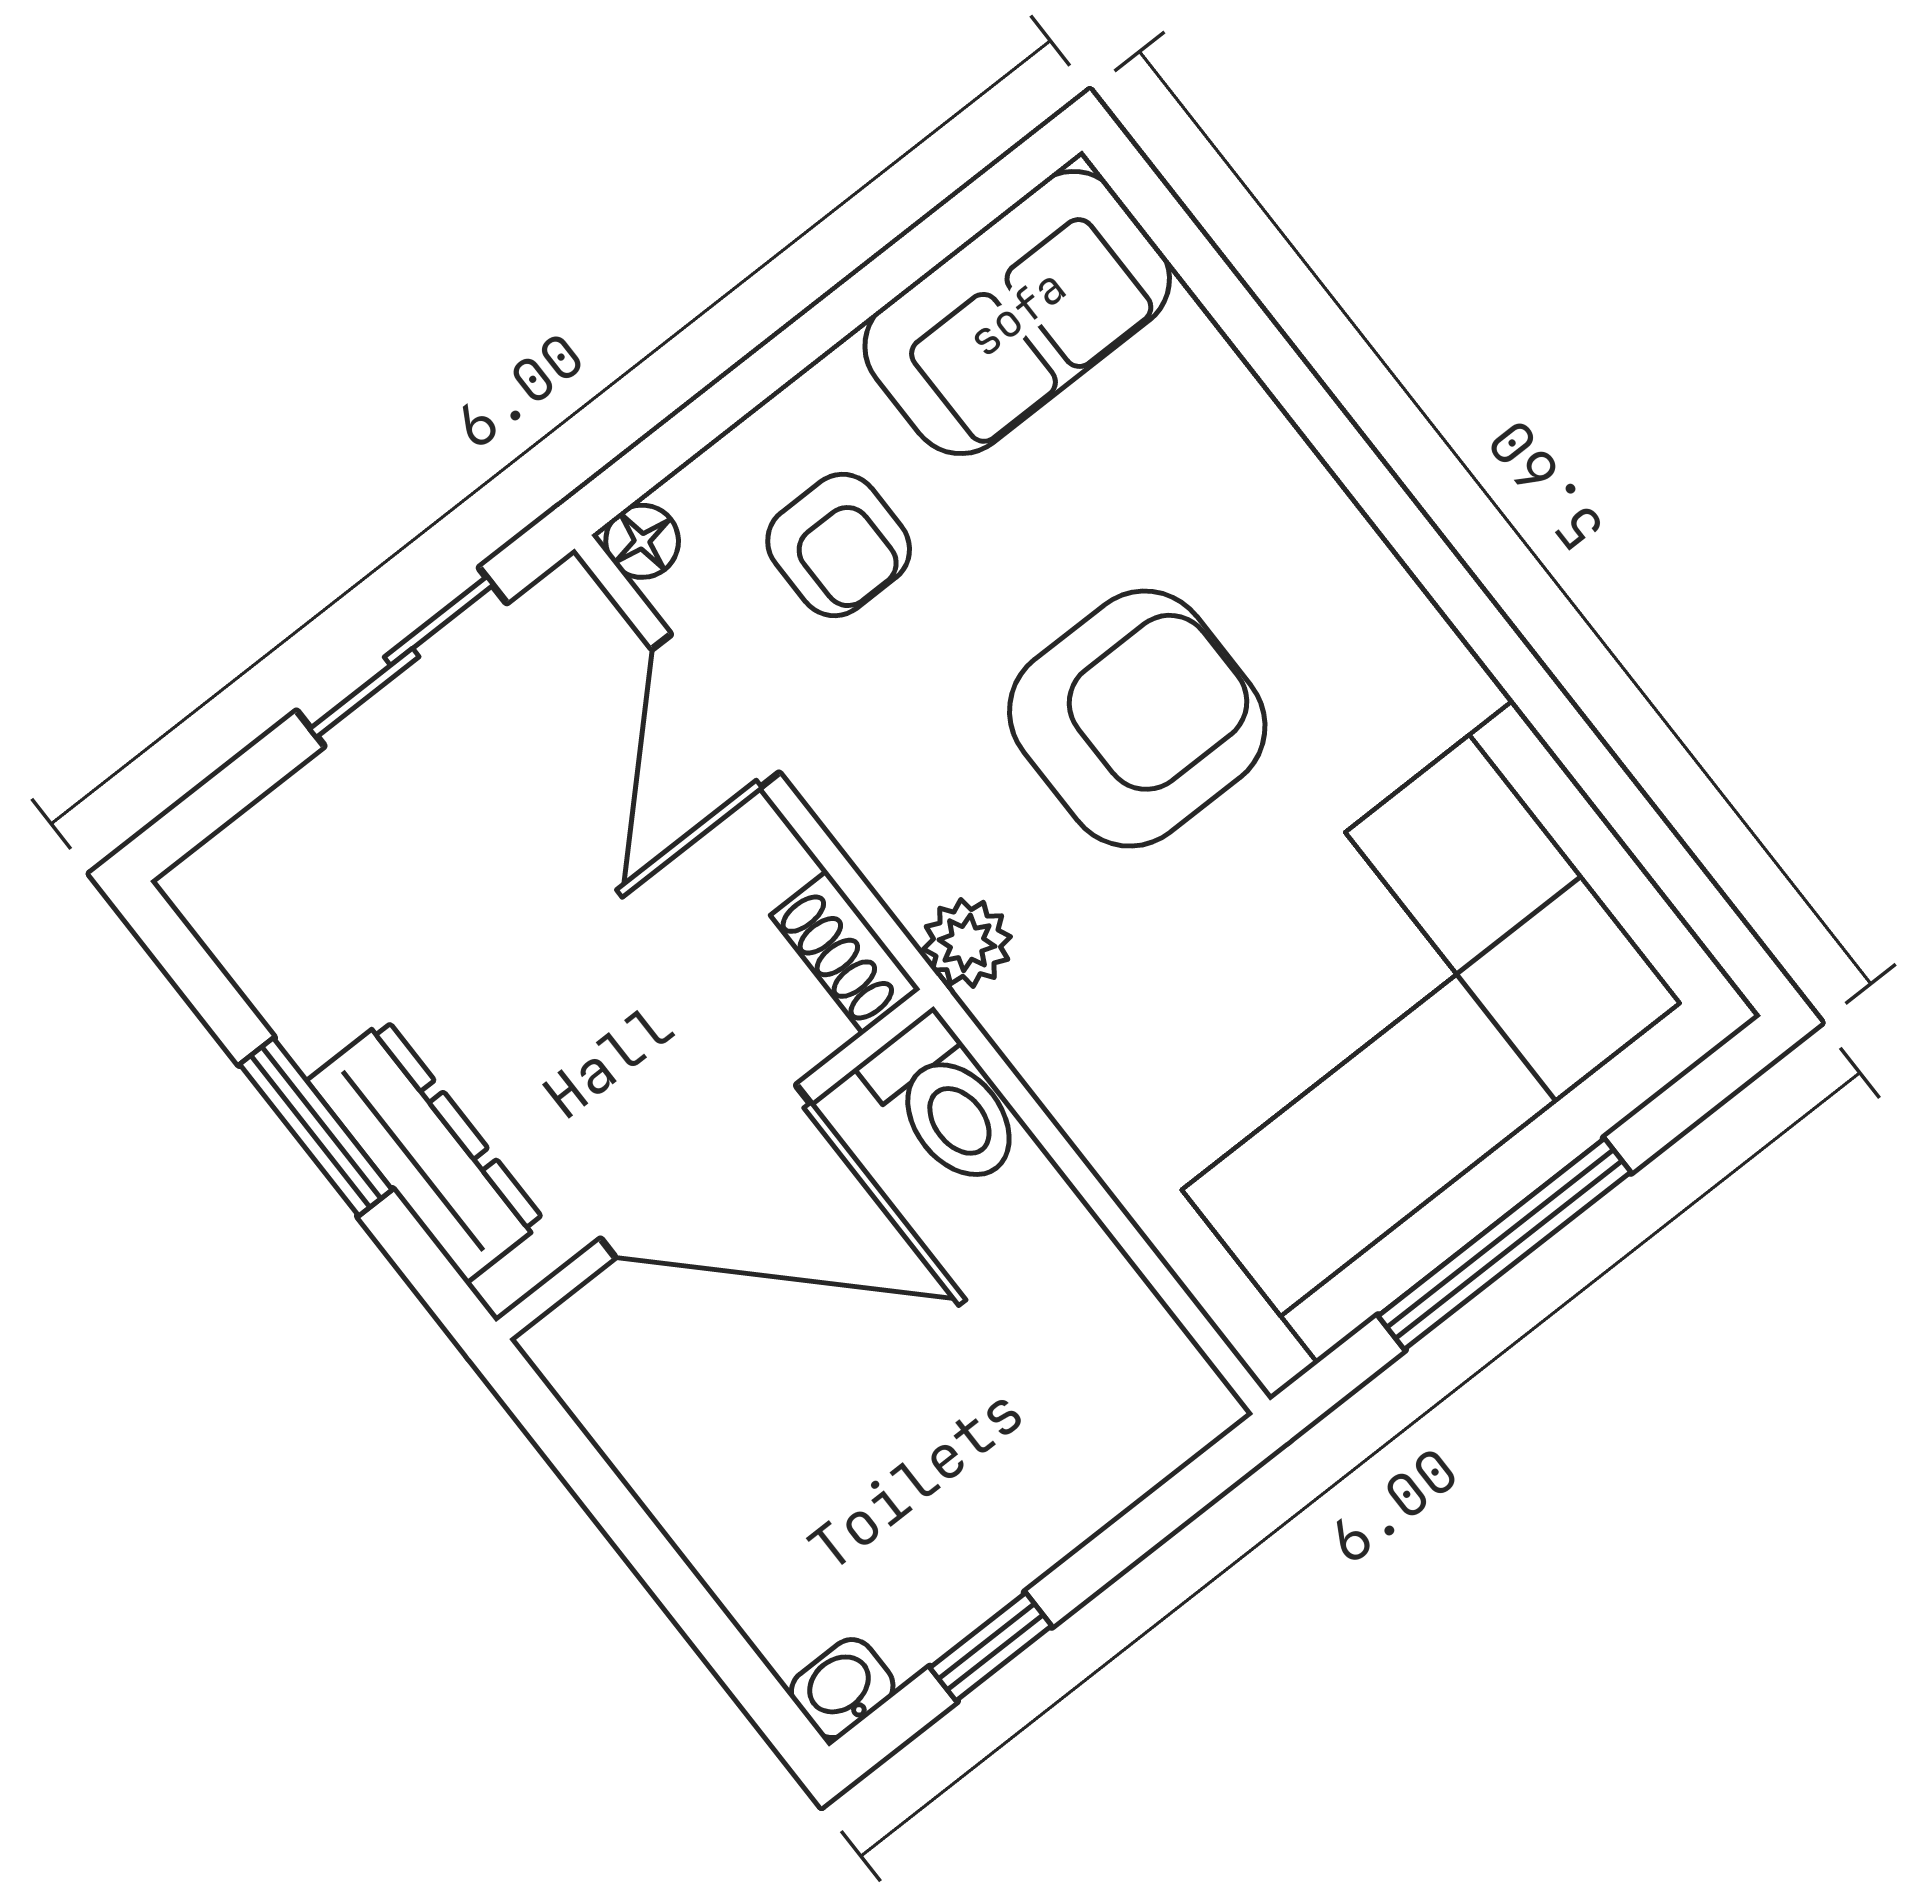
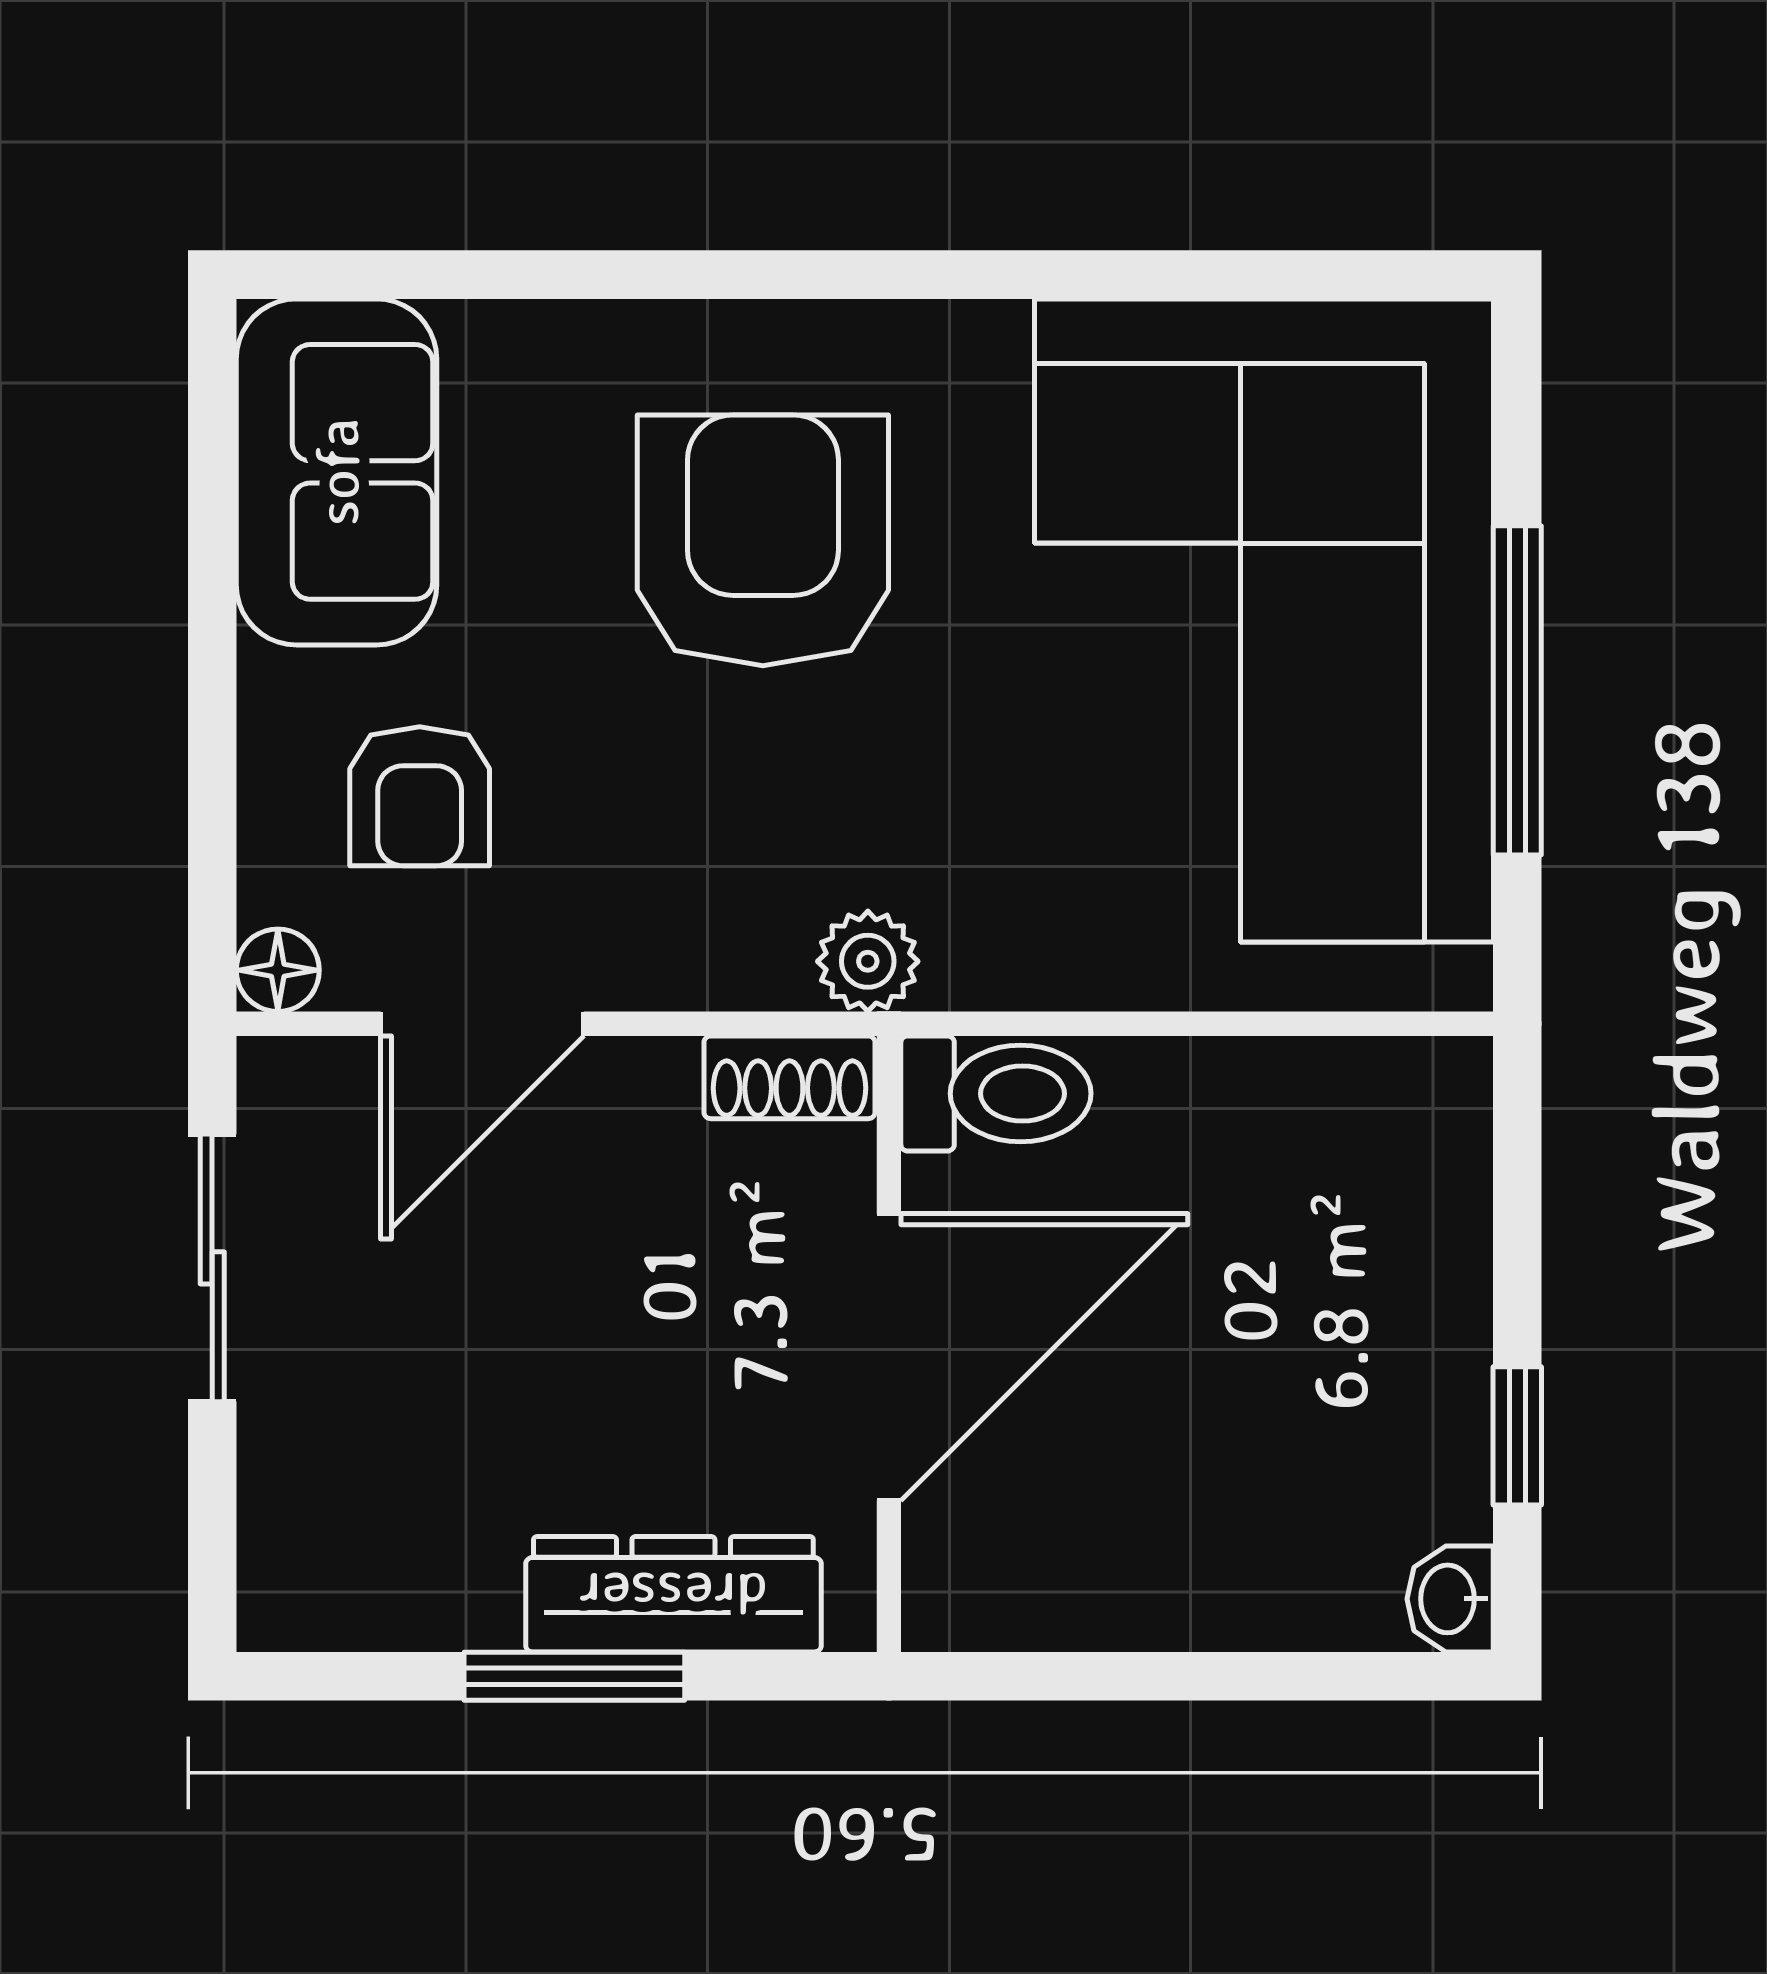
armchair: (839, 545) -> (420, 796), turned 90
door: (716, 711) -> (482, 1024), hinge flipped
armchair: (1137, 719) -> (763, 540), moved

